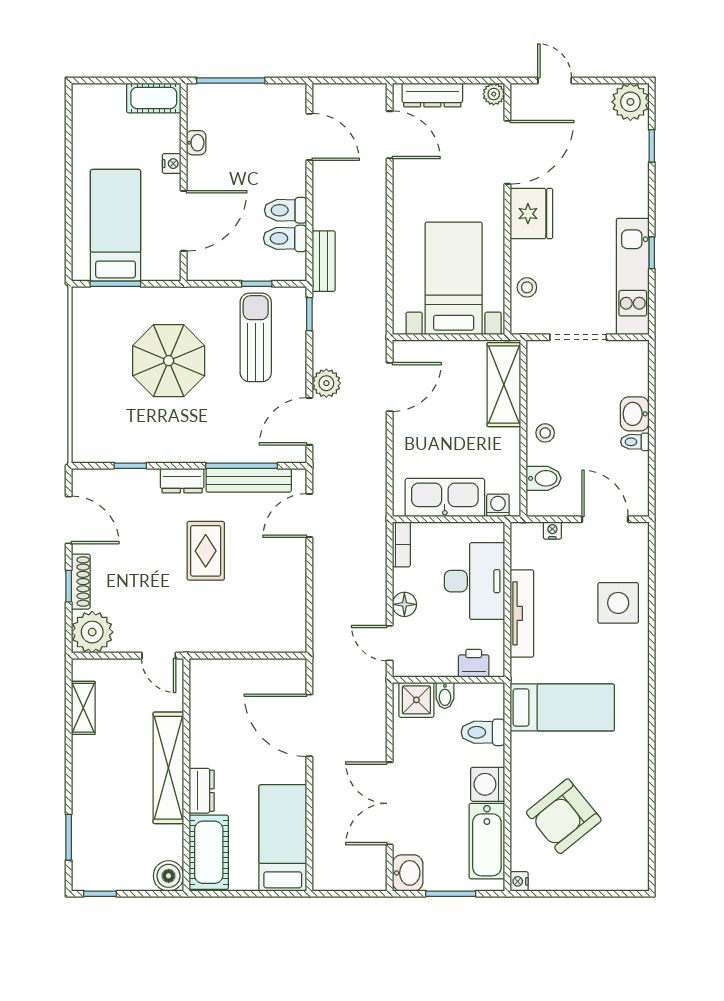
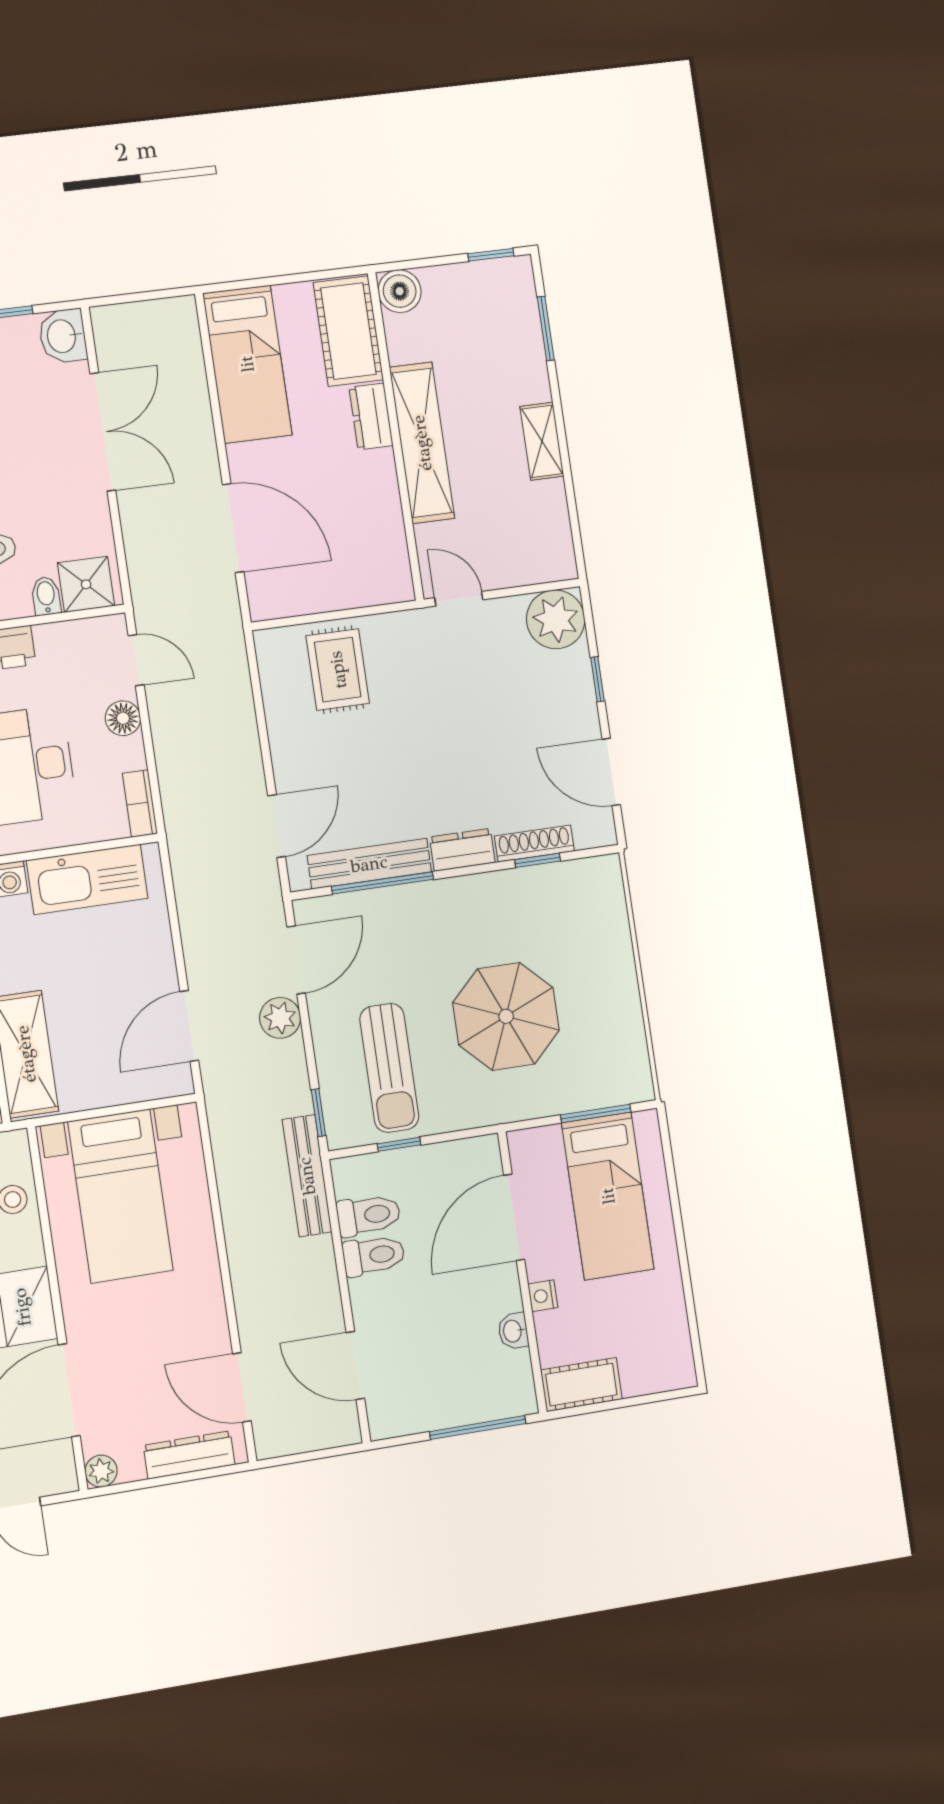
bench: (324, 261) -> (307, 1176), width x1.36
rug: (206, 551) -> (338, 670), moved
shoe rack: (81, 582) -> (534, 844), moved, turned 90
shelving: (83, 708) -> (542, 441), moved

